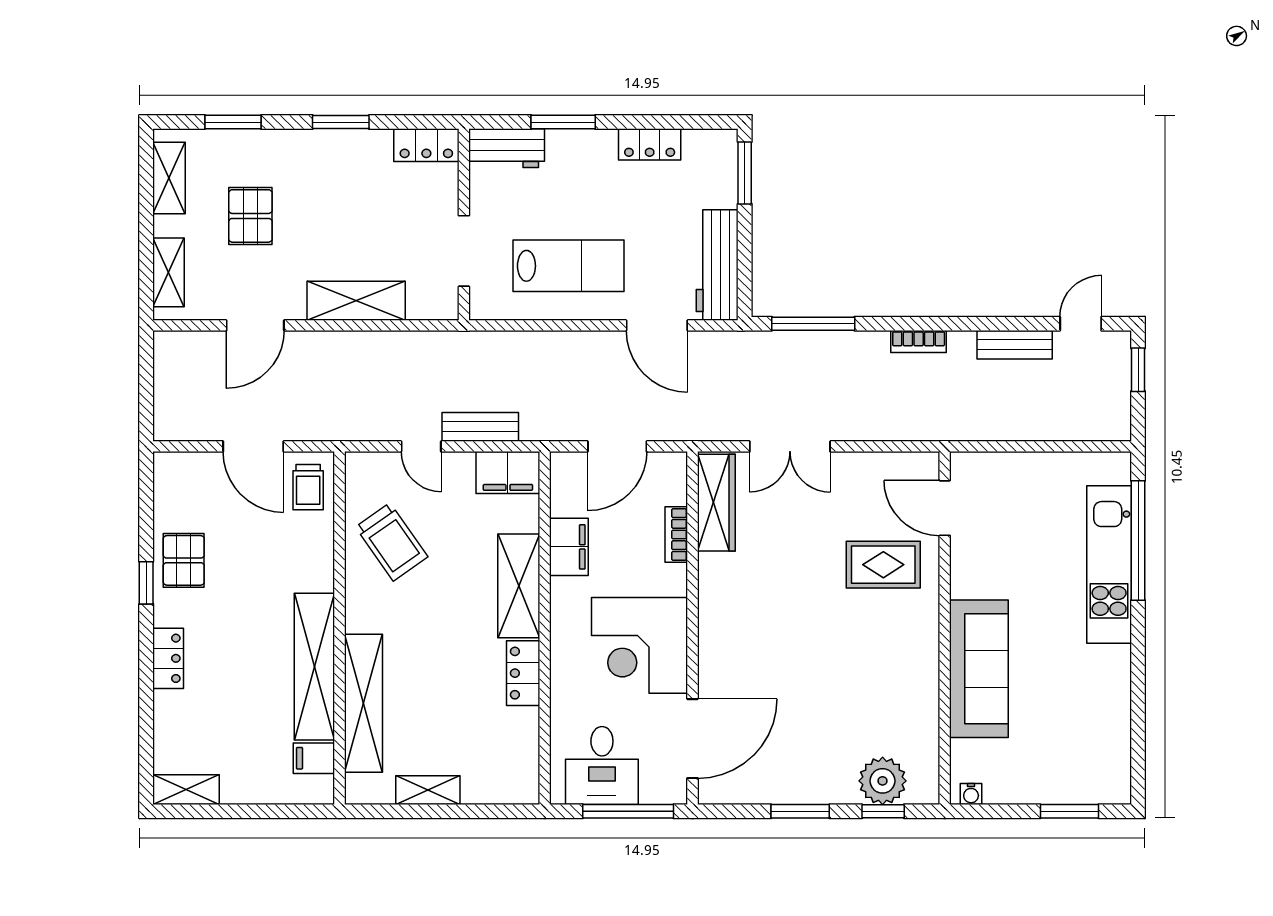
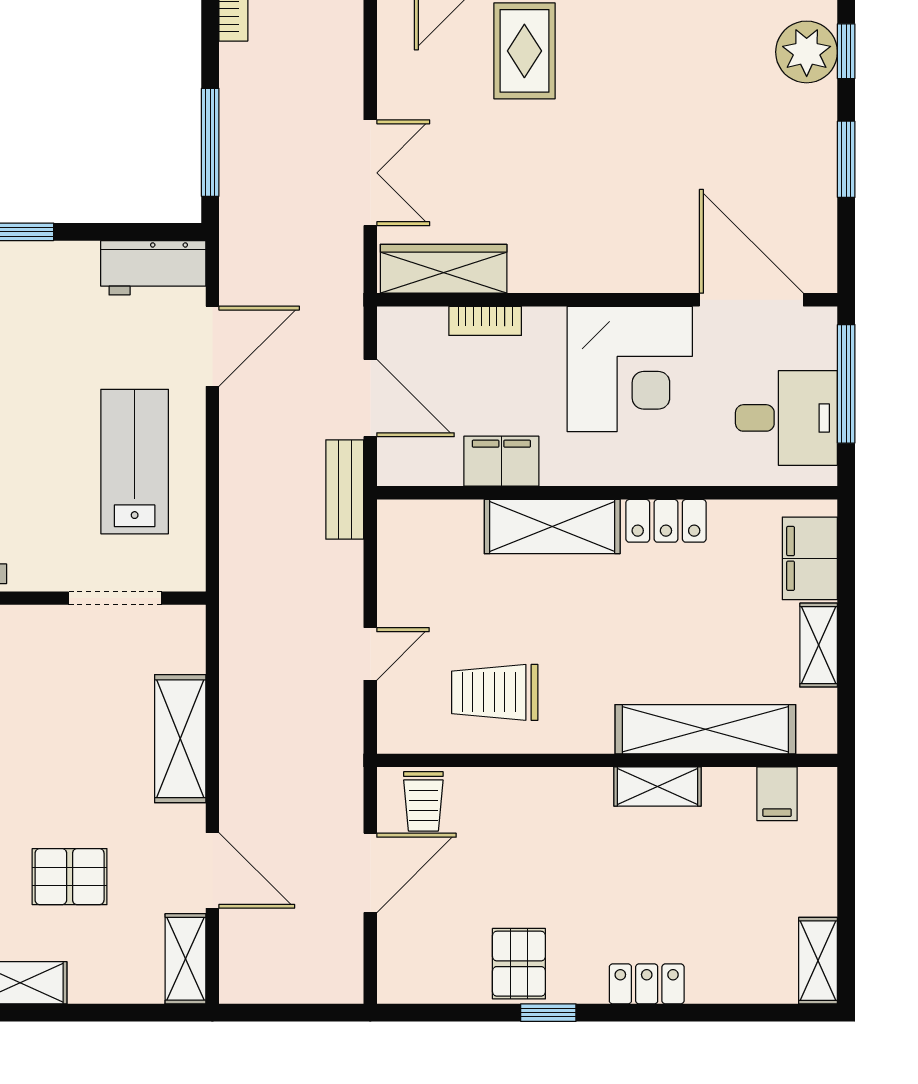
workbench: (717, 265) -> (153, 268), width x0.73
shelving: (168, 272) -> (186, 959), moved, turned 90
bench: (480, 427) -> (345, 489), moved
filing cabinet: (508, 473) -> (810, 558), moved, turned 180
trolley: (308, 487) -> (423, 801), turned 90
trolley: (392, 542) -> (495, 692), turned -145
pallet: (184, 560) -> (519, 964), turned 90
shelving: (314, 667) -> (658, 787), width x0.45, depth x0.75

